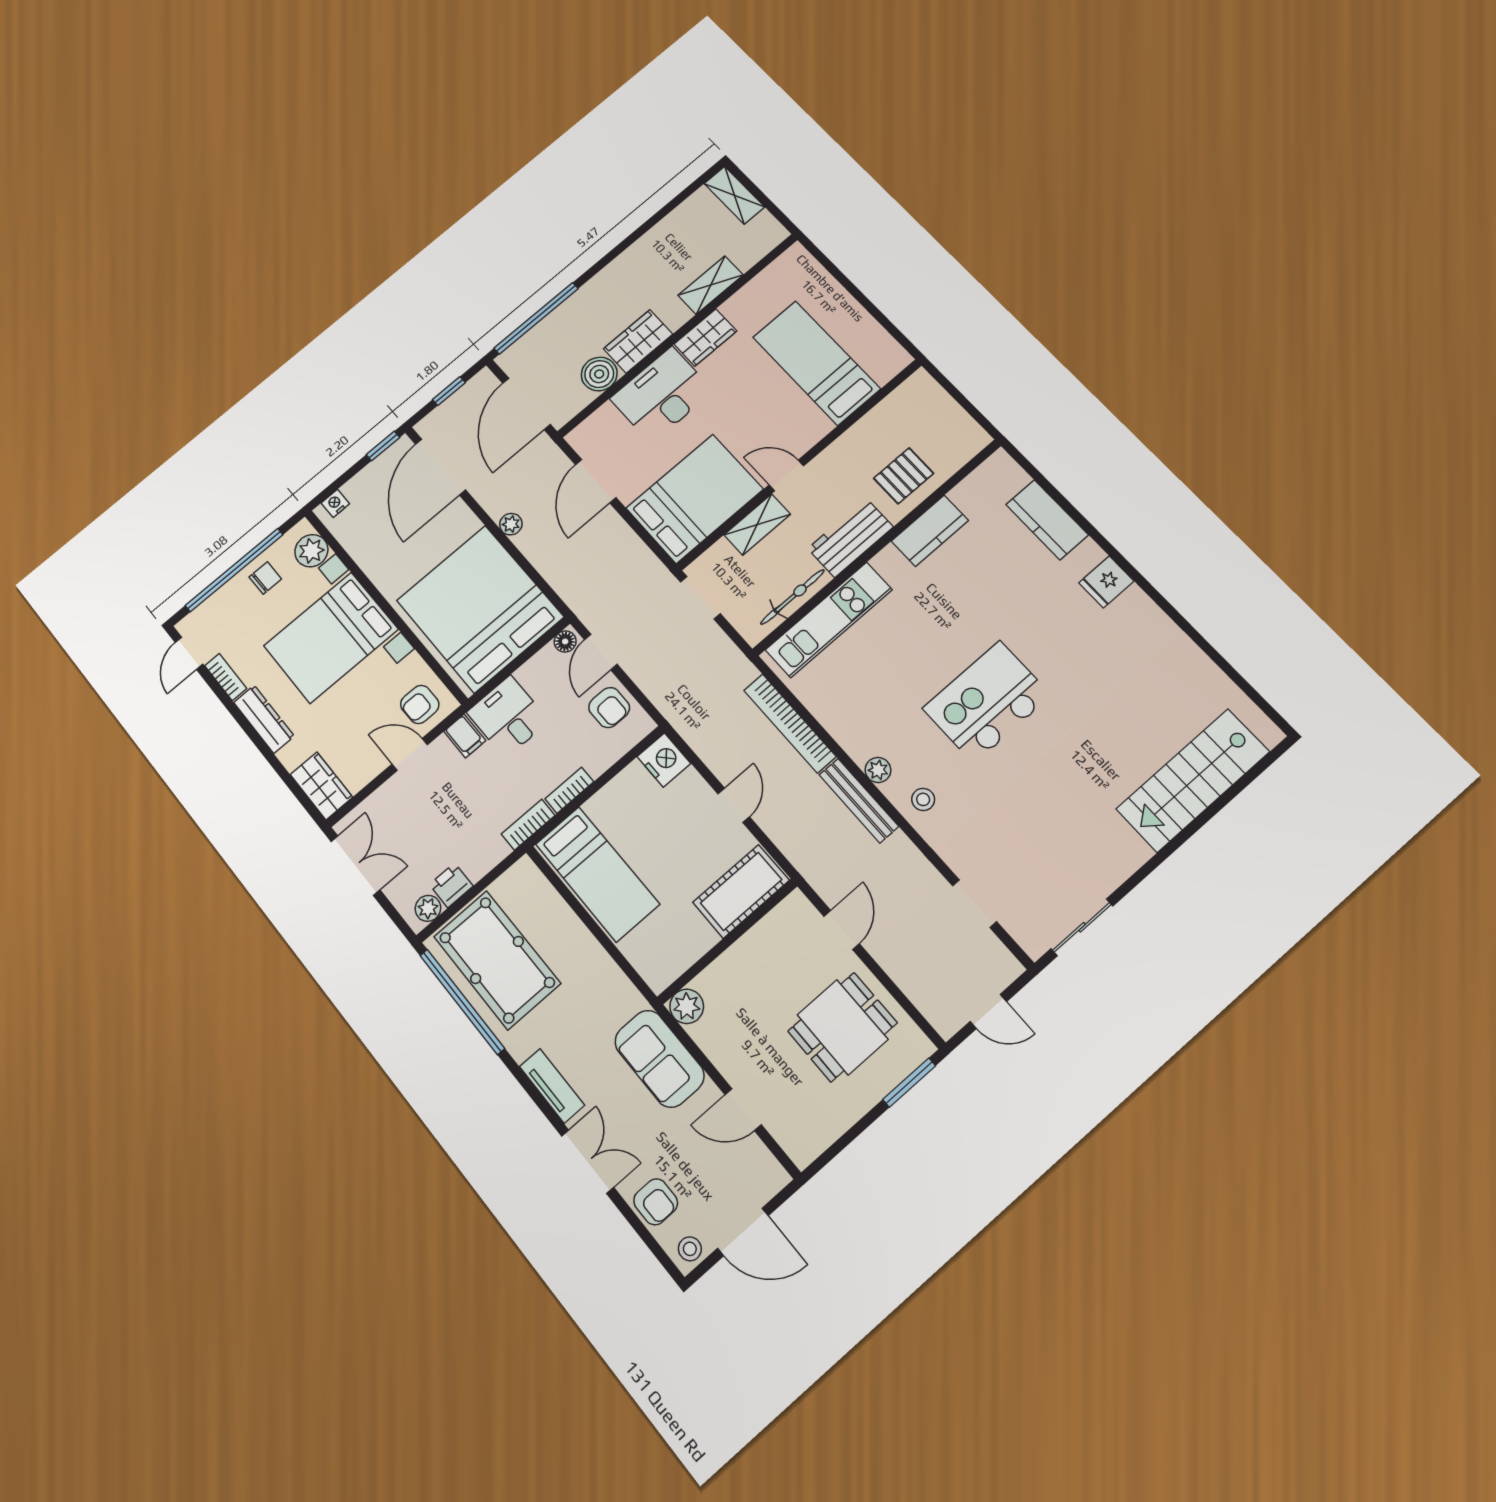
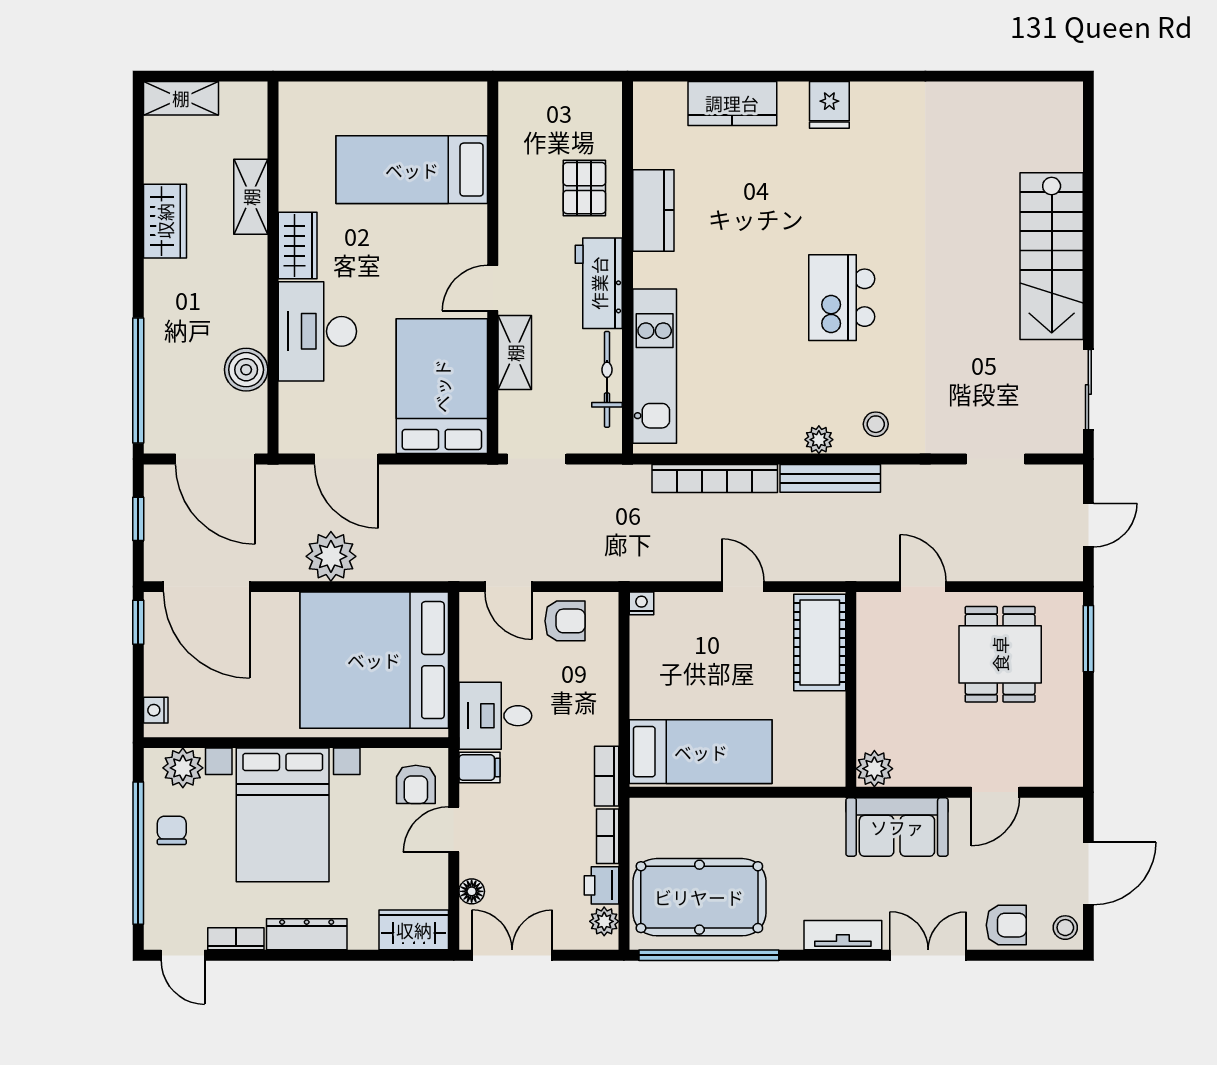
wardrobe: (638, 341) -> (165, 221), moved, turned 180
plant: (511, 524) -> (331, 556), width x1.87, depth x1.87
floor lamp: (565, 641) -> (472, 891), moved
kitchen island: (987, 702) -> (842, 298), width x0.73, depth x0.78
nightstand: (664, 760) -> (641, 603), width x0.53, depth x0.56
stairs: (1193, 780) -> (1052, 256), moved
bookcase: (569, 790) -> (608, 836), moved

